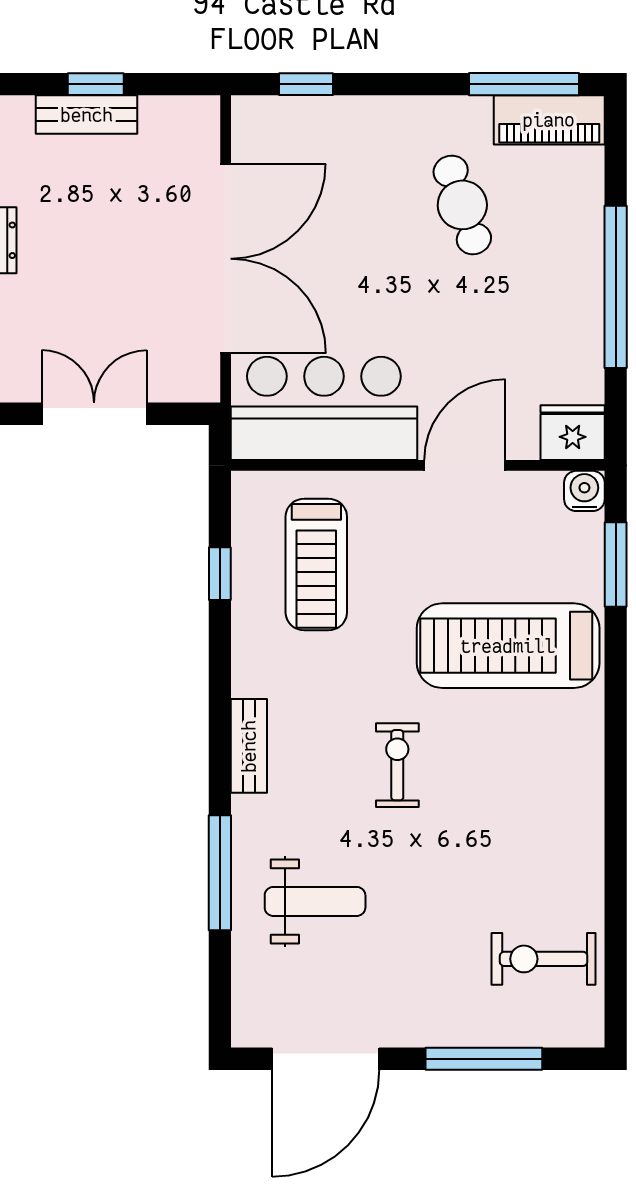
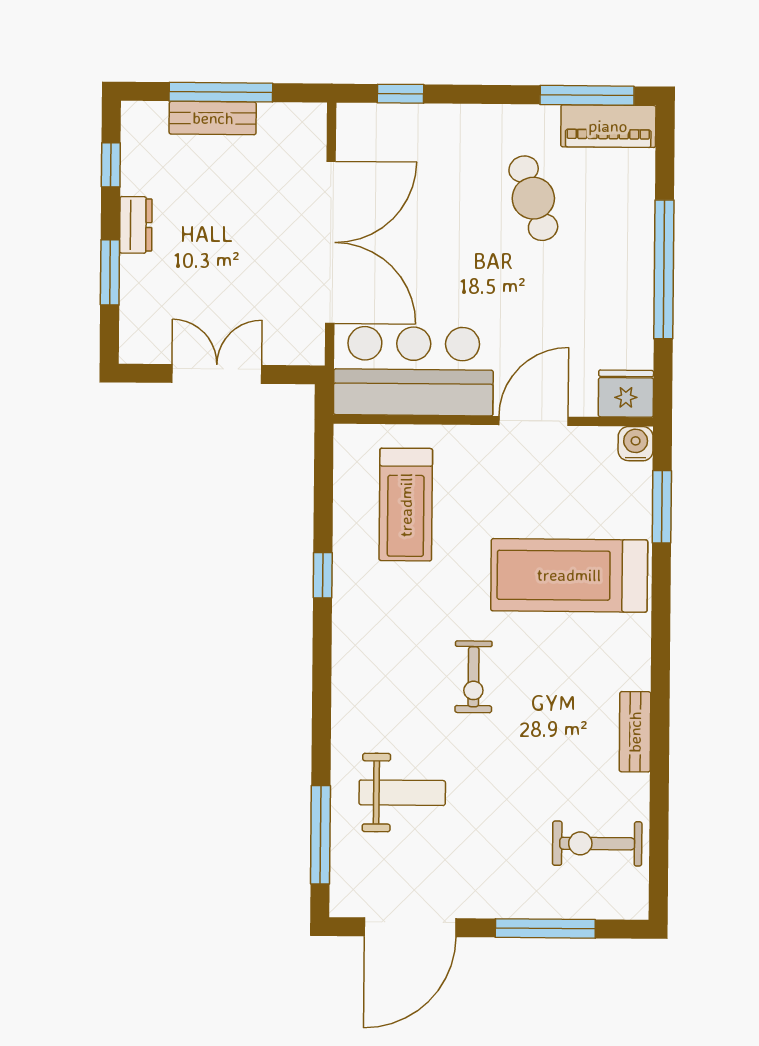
window: (96, 84) -> (221, 92), width x2.17
window: (220, 574) -> (323, 575), moved
bench: (249, 746) -> (635, 732), moved
exercise bike: (397, 765) -> (474, 677), turned 180
window: (220, 873) -> (320, 835), moved

